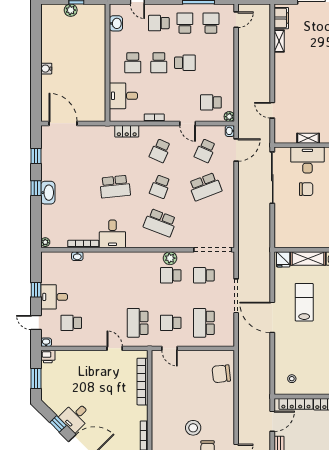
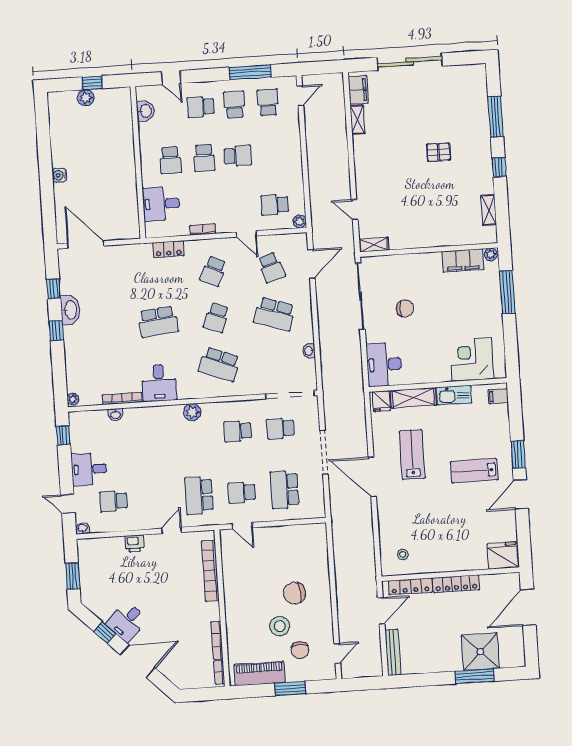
washbasin: (230, 131) -> (309, 351), moved
shelving: (308, 138) -> (374, 245), moved
school desk: (205, 151) -> (271, 267), turned -42
desk: (307, 160) -> (384, 365), moved, turned -90
school desk: (205, 187) -> (274, 314), turned 39
washbasin: (48, 193) -> (70, 310), moved
plant: (170, 258) -> (192, 412), moved
window: (36, 290) -> (63, 435), moved
door: (115, 348) -> (172, 530), hinge flipped
printer: (48, 357) -> (134, 543), moved
chair: (221, 374) -> (294, 593), moved

